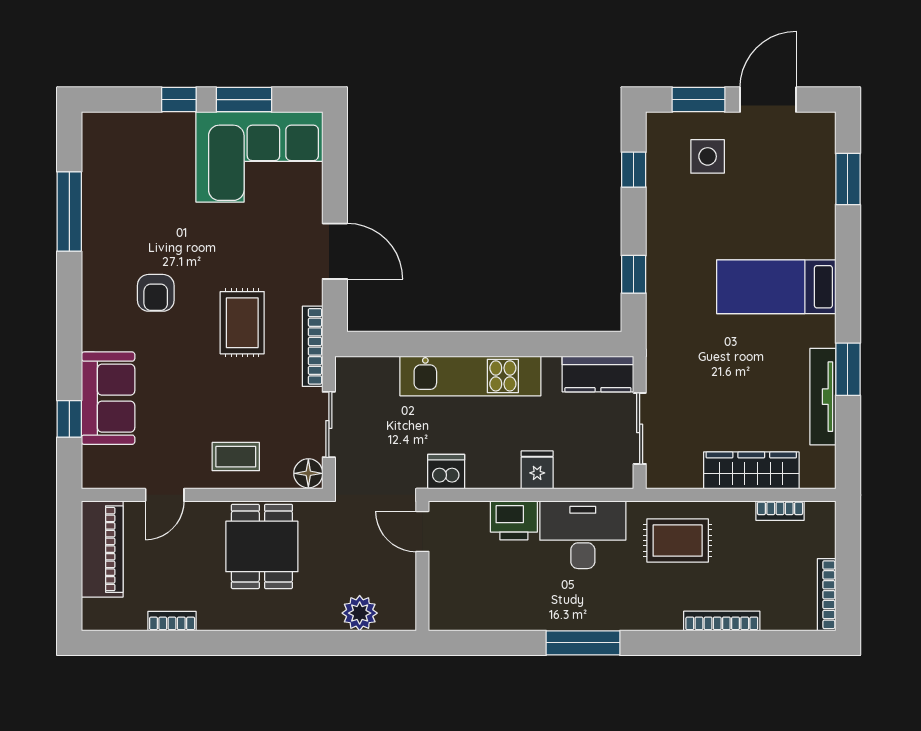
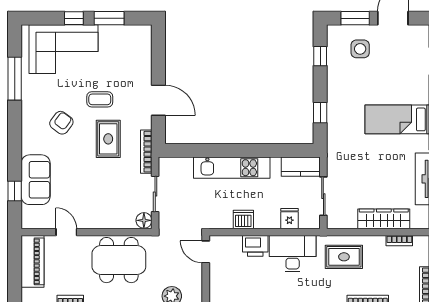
corner sofa: (259, 157) -> (64, 49), moved
armchair: (156, 293) -> (61, 123), turned -143
coffee table: (236, 457) -> (100, 99), moved
fridge: (537, 470) -> (289, 219), moved
dishwasher: (446, 472) -> (243, 220), moved
door: (165, 495) -> (66, 232), swing flipped
dining table: (262, 546) -> (119, 260), width x1.38

